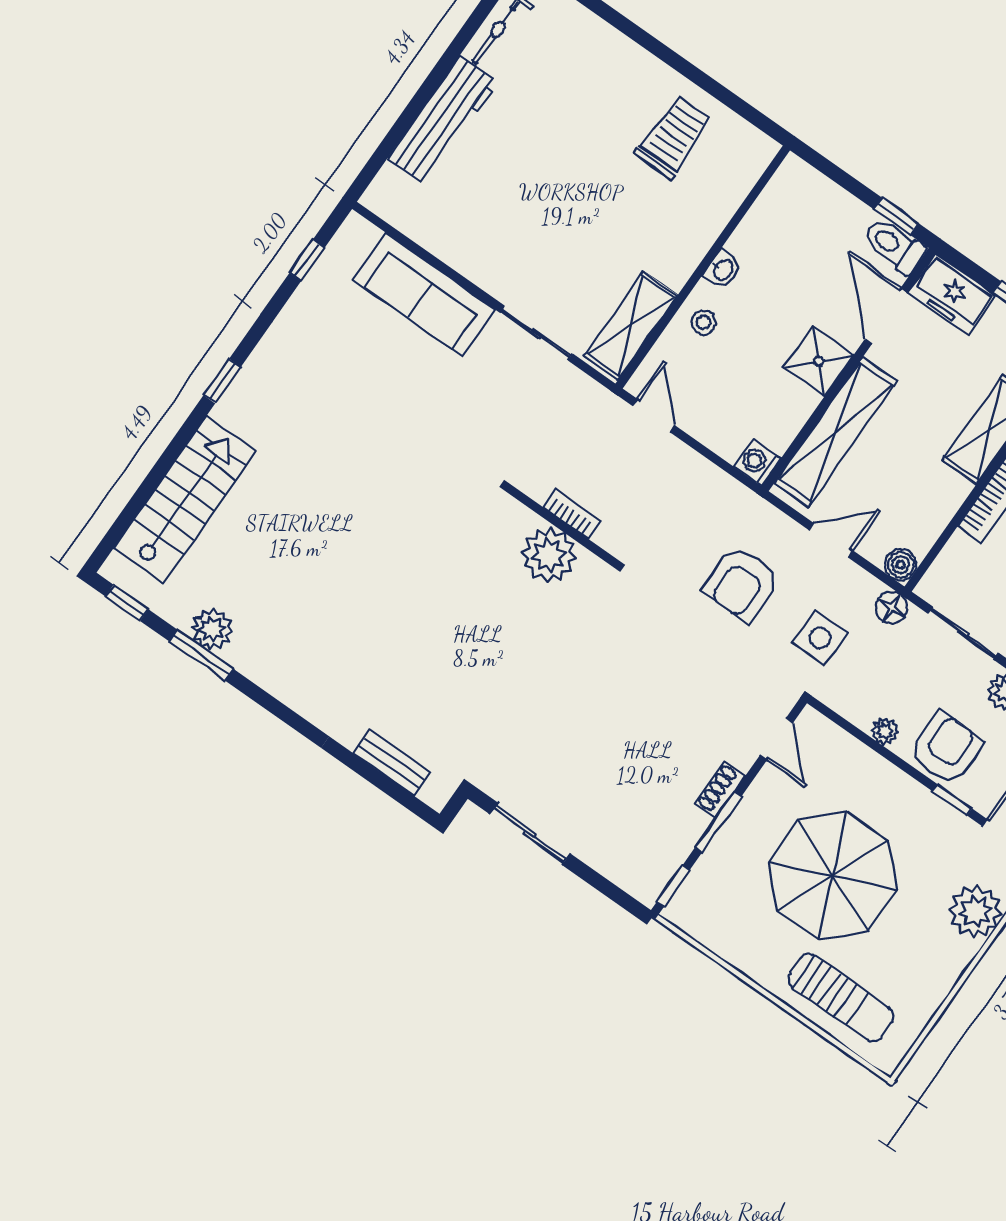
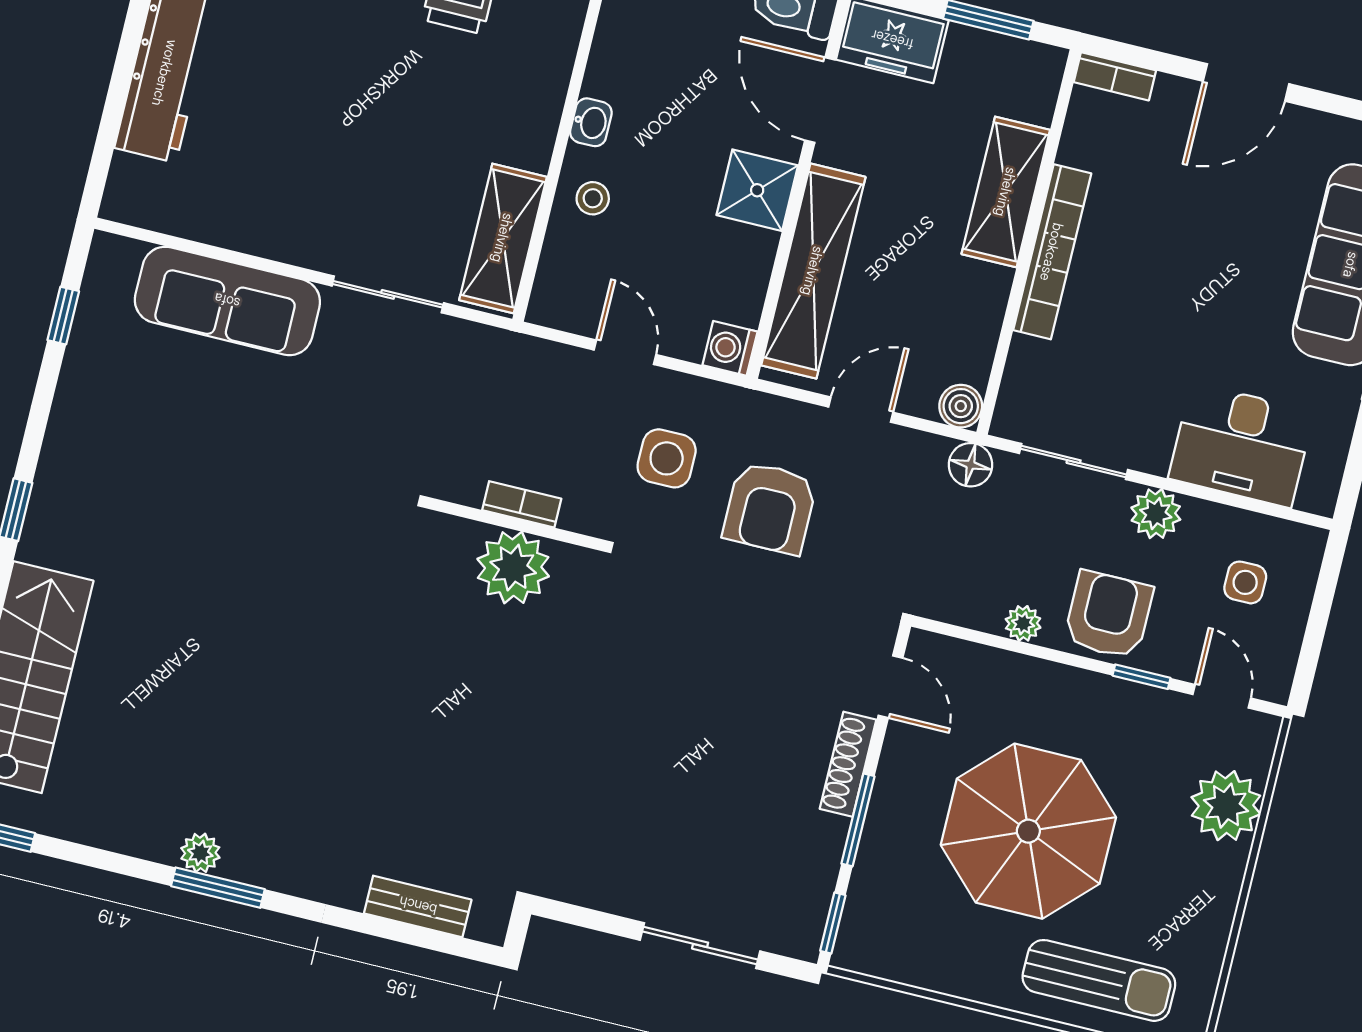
door: (654, 416) -> (625, 352), moved
plant: (212, 629) -> (200, 853), moved, width x0.73, depth x0.73
side table: (820, 638) -> (667, 458), moved
window: (201, 655) -> (218, 888), moved
shoe rack: (720, 790) -> (848, 764), width x1.43
sliding door: (530, 834) -> (700, 946), moved

